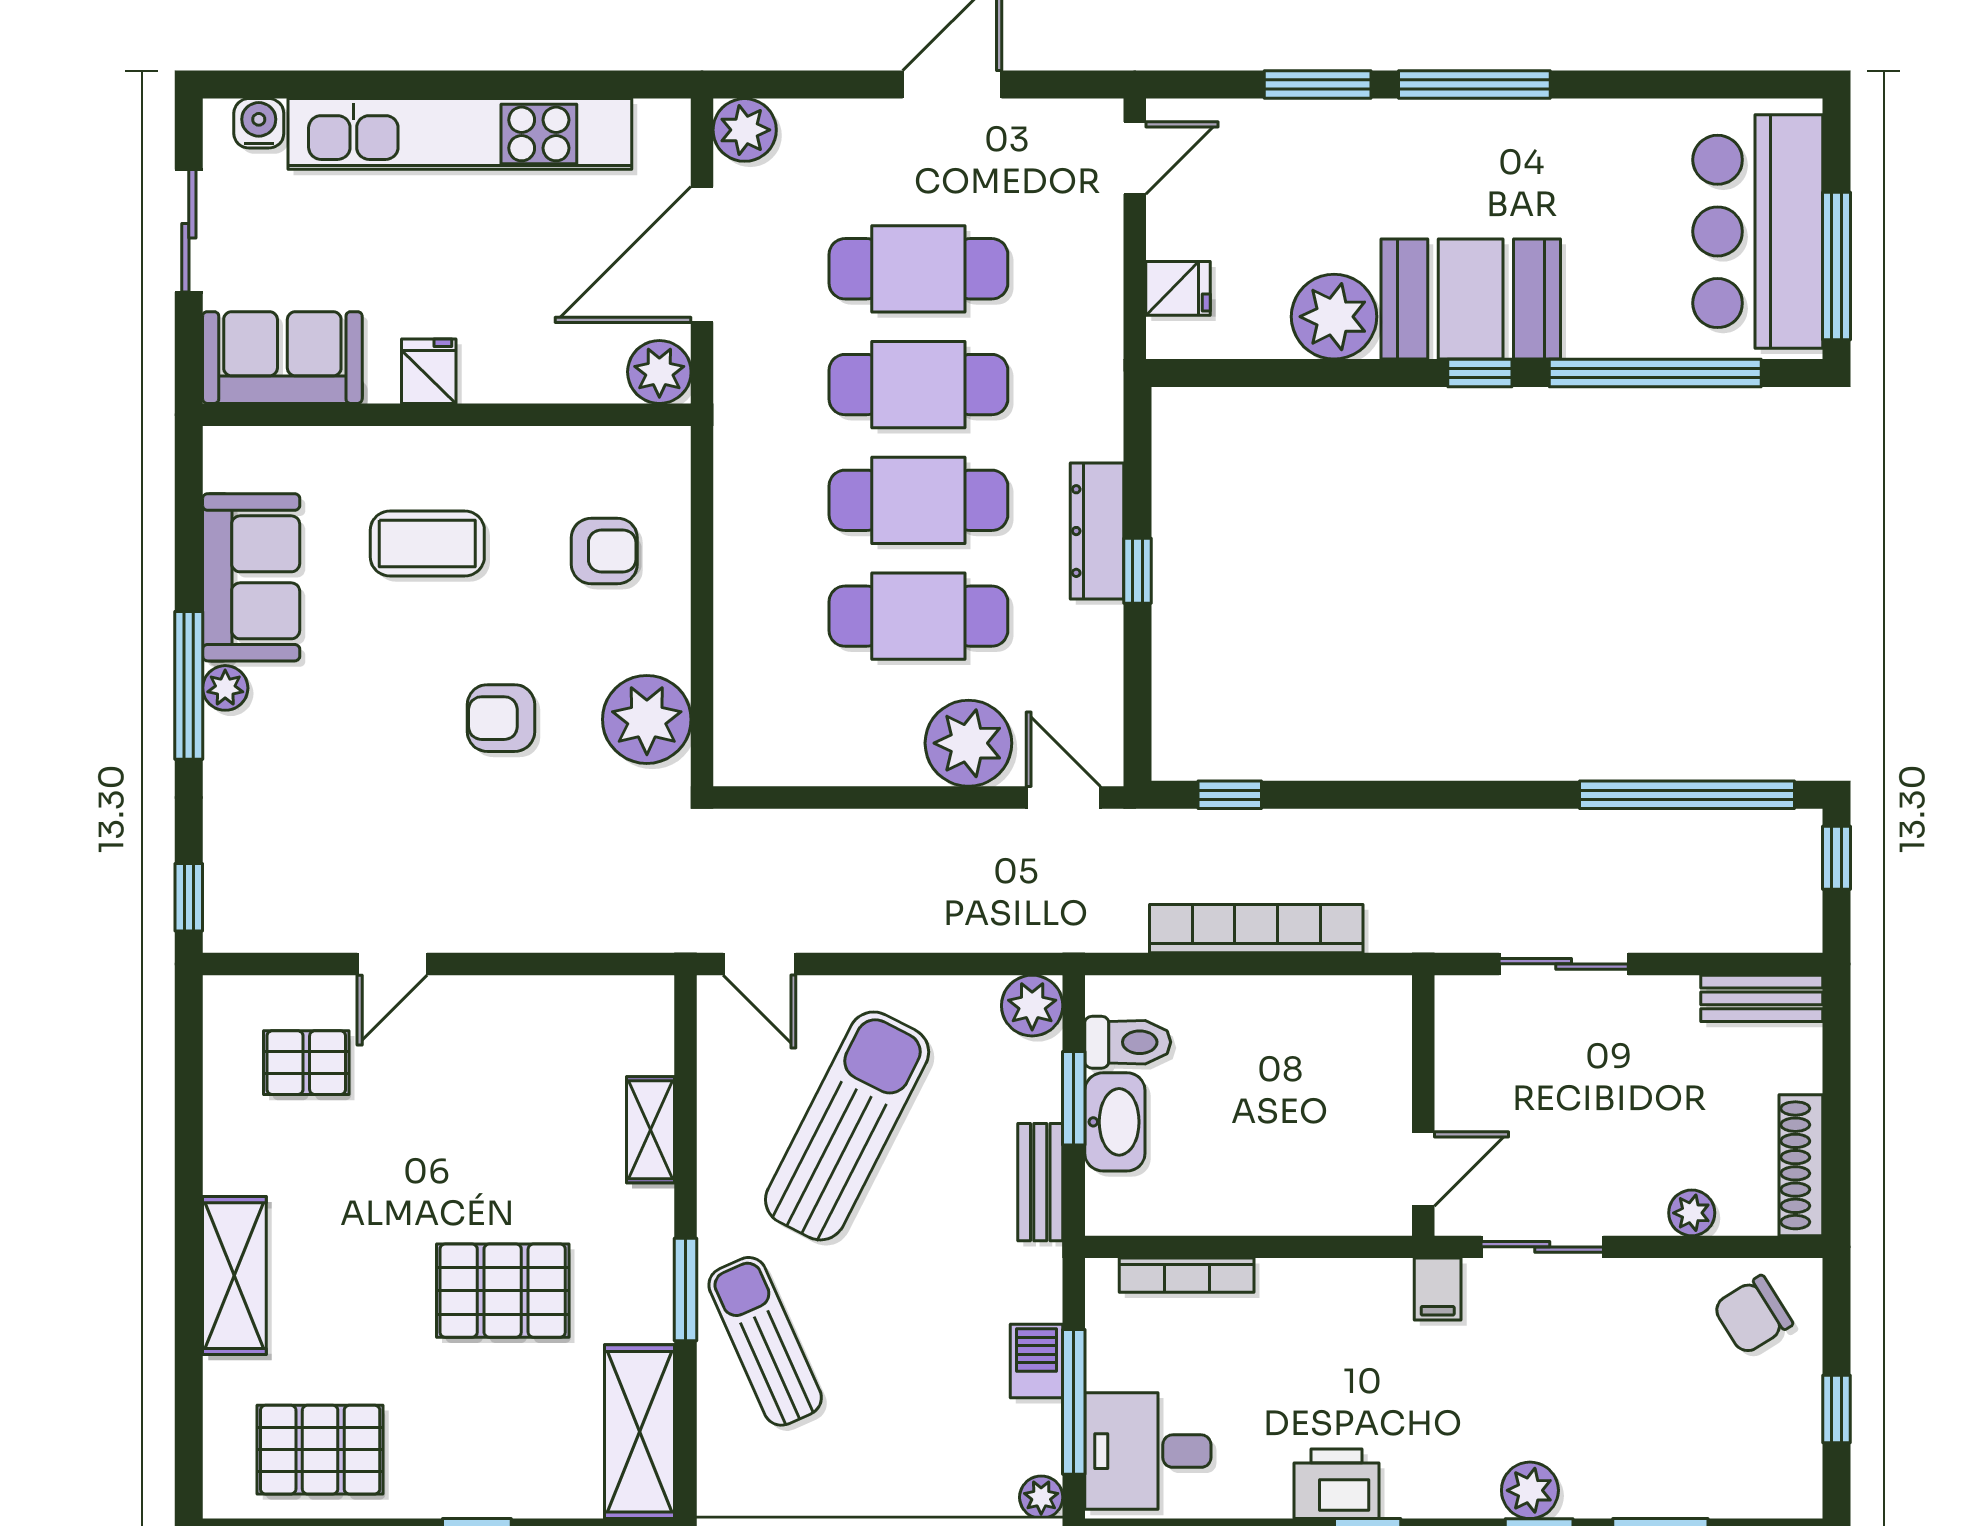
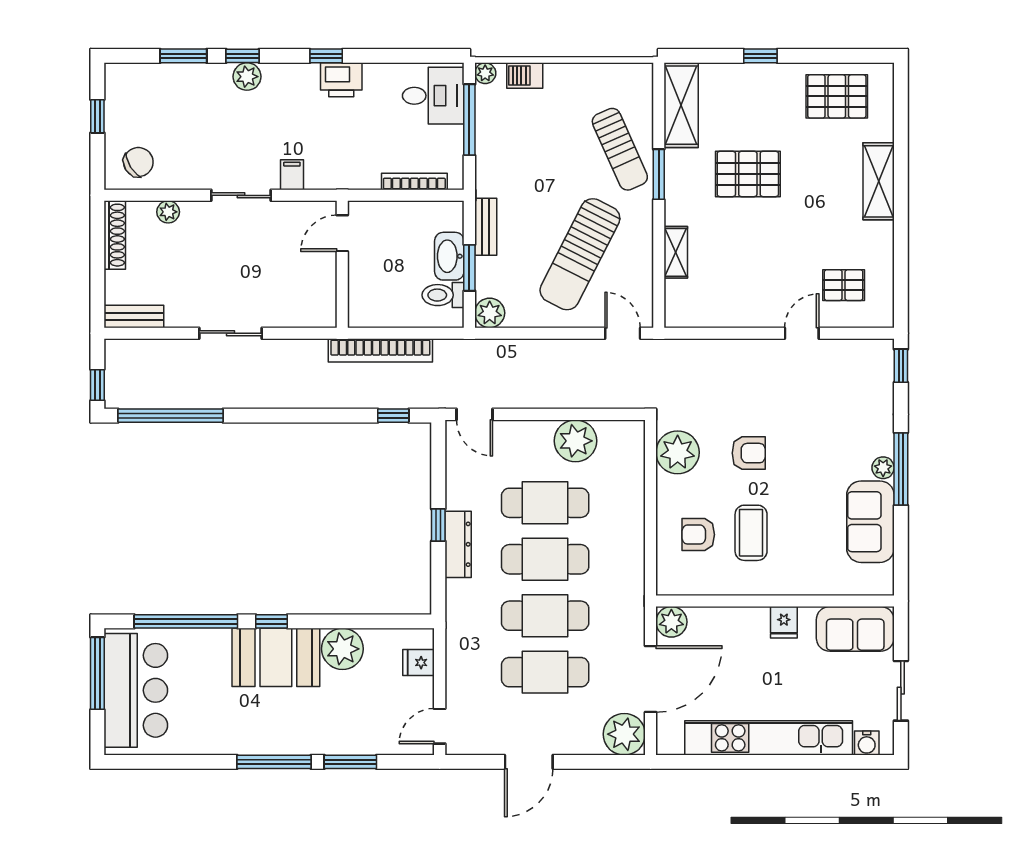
plant: (745, 130) -> (624, 734), width x1.36, depth x1.36
coffee table: (427, 543) -> (751, 533), moved, turned 90
plant: (968, 743) -> (575, 441), moved
wall: (1423, 1105) -> (342, 264), moved
door: (1423, 1169) -> (342, 233), moved
barbecue: (1036, 1361) -> (525, 75), moved, turned 90

